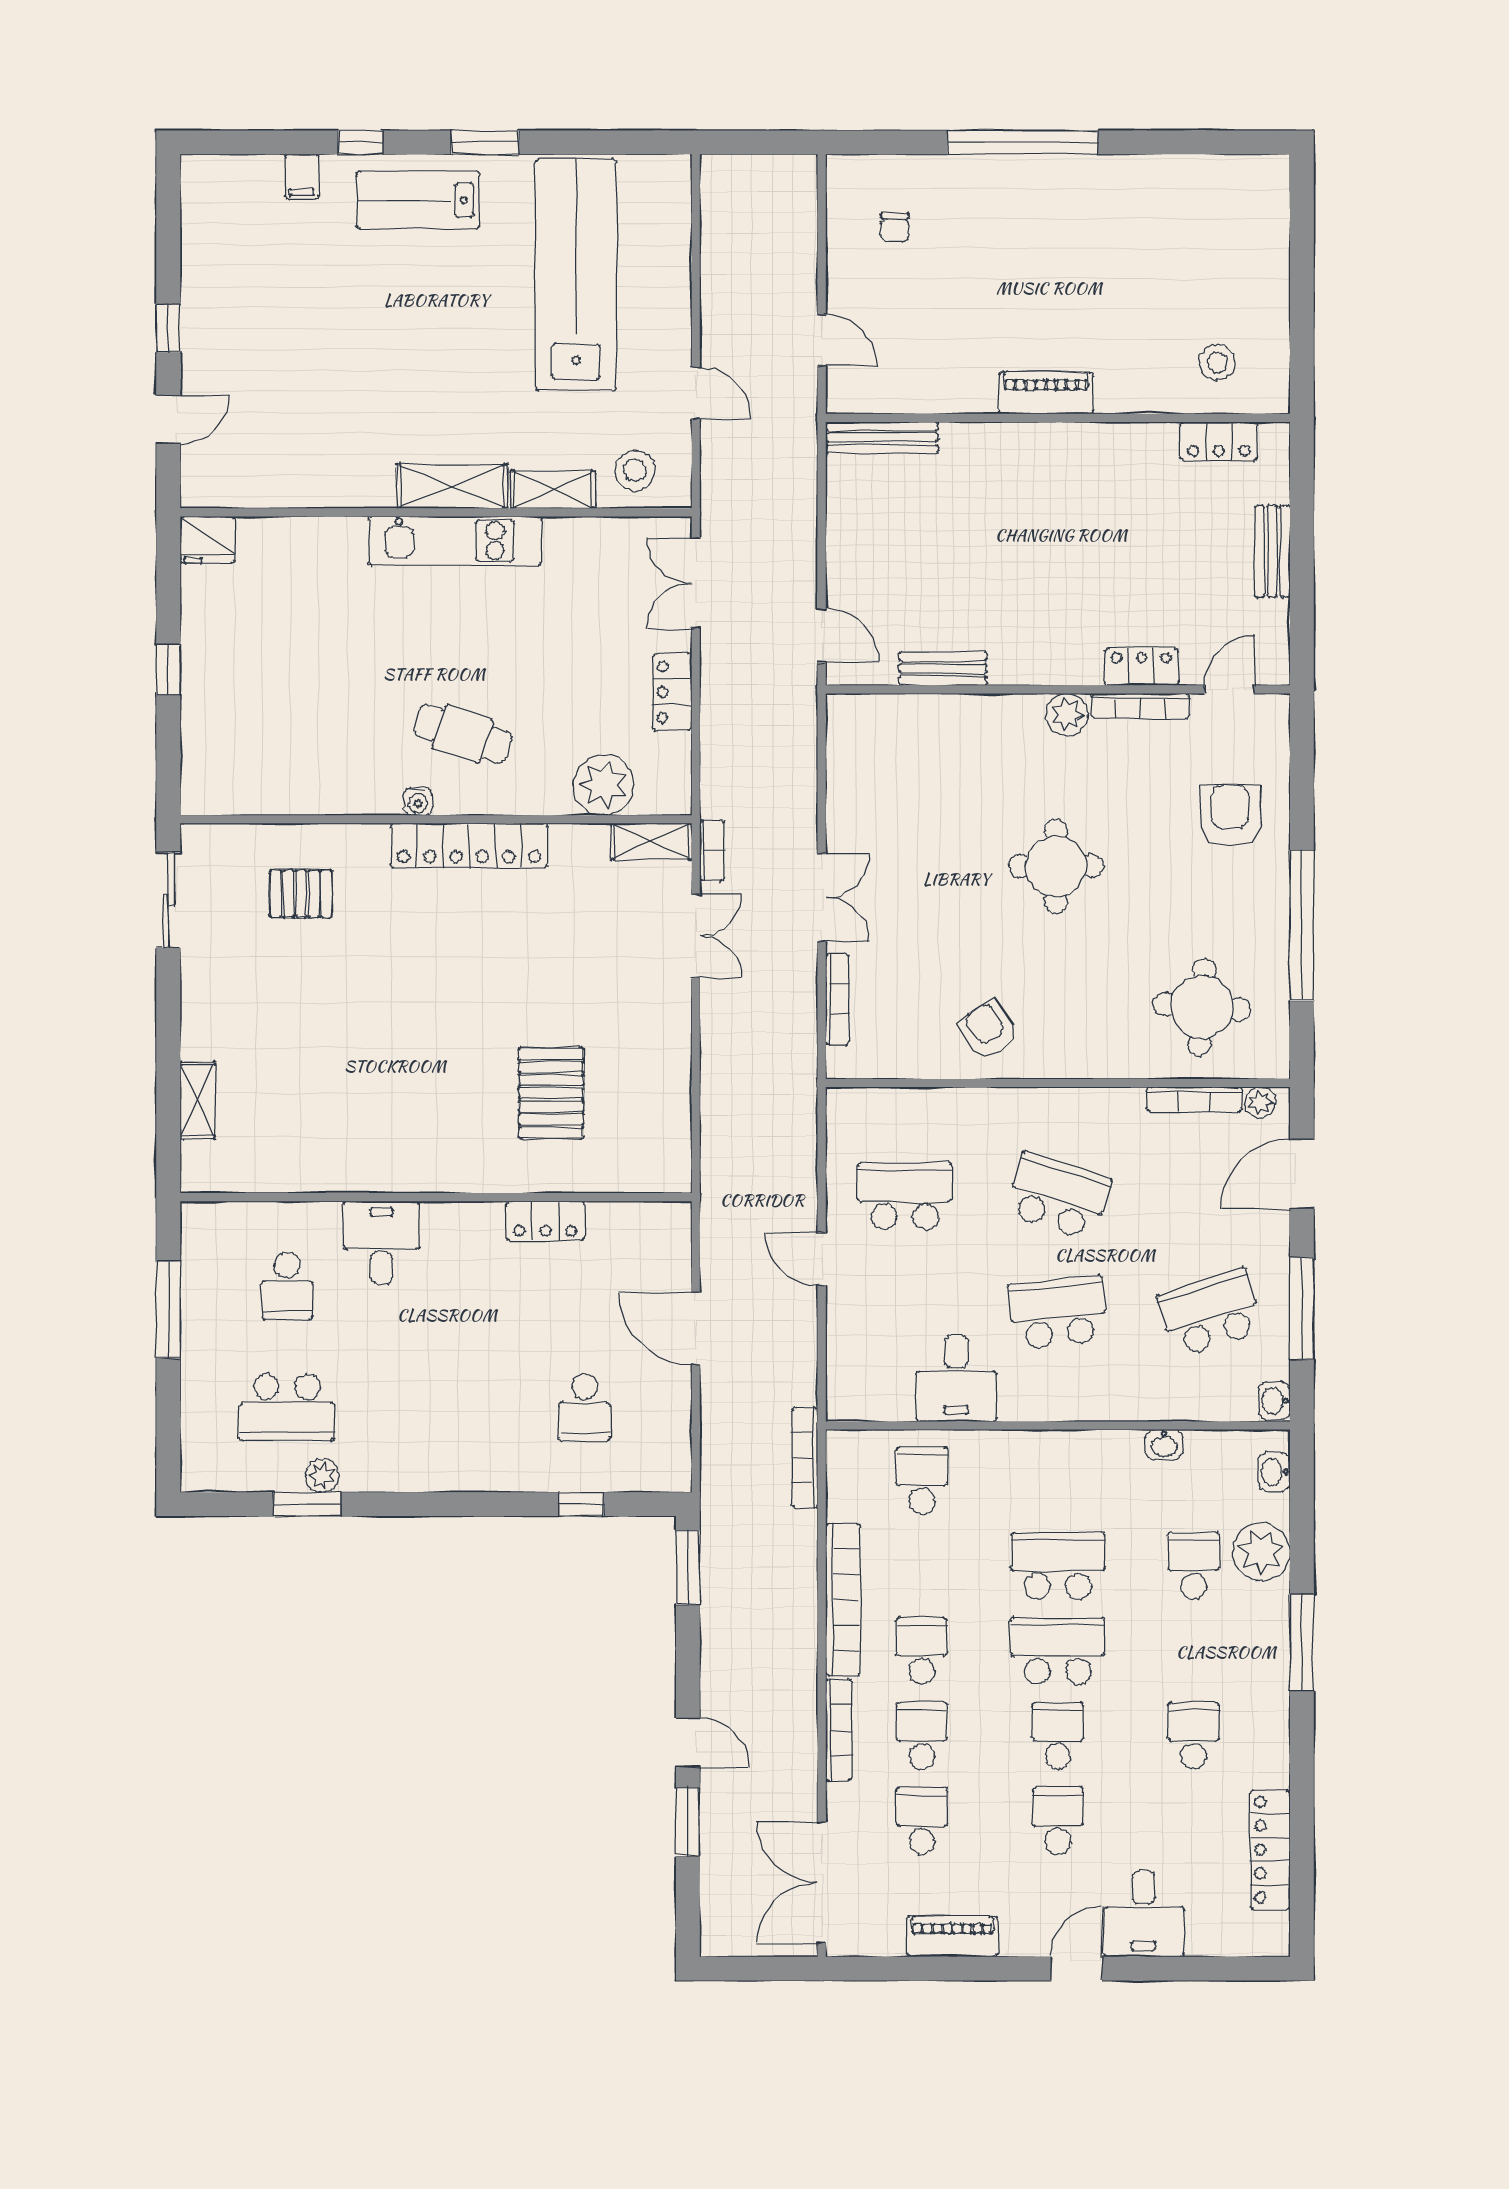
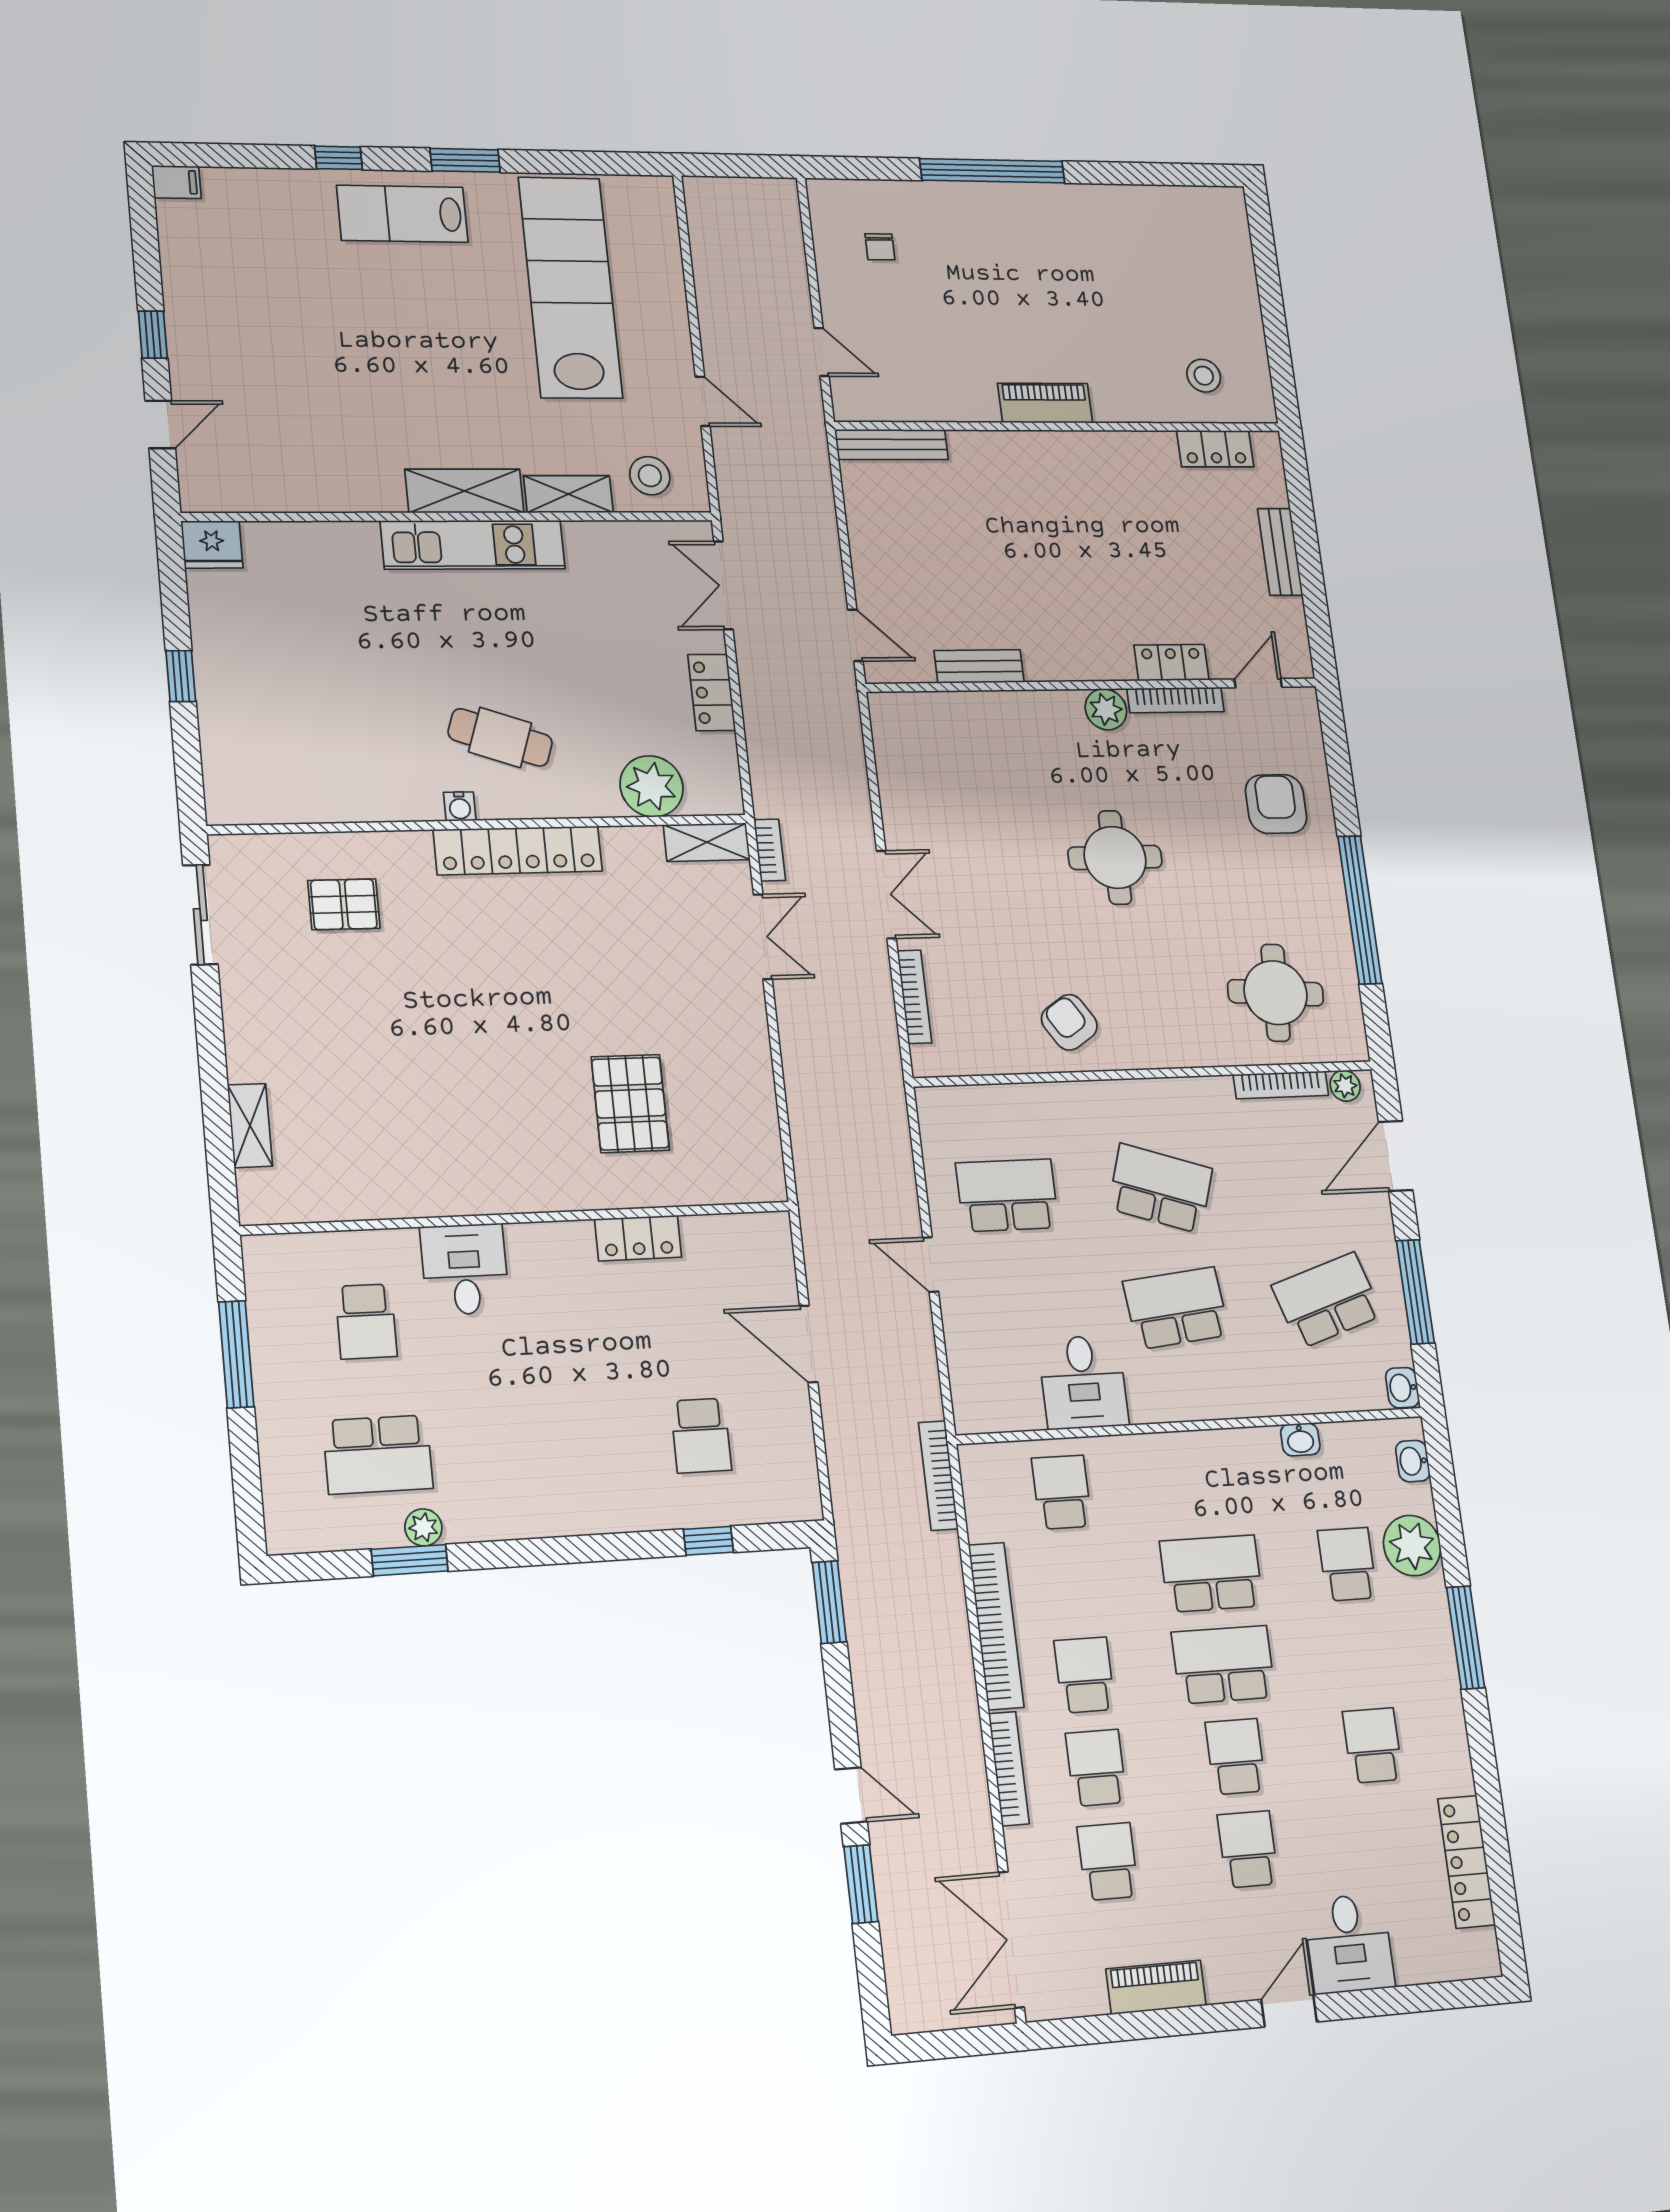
filing cabinet: (302, 177) -> (176, 182), moved, turned -90

